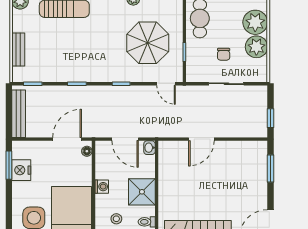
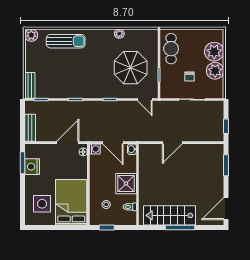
bench: (18, 49) -> (30, 85), moved
bench: (19, 114) -> (30, 128), width x0.73
washing machine: (102, 187) -> (95, 149), moved

